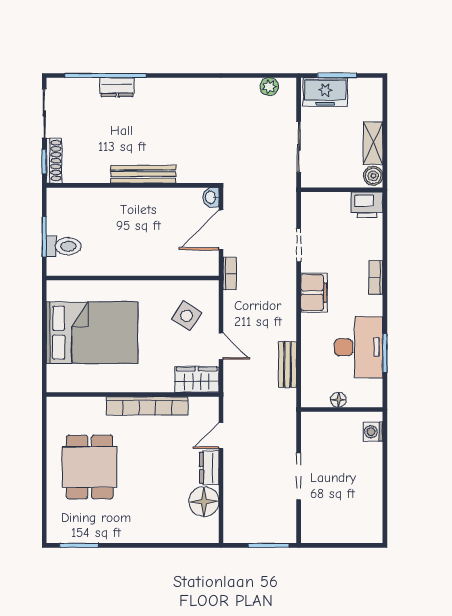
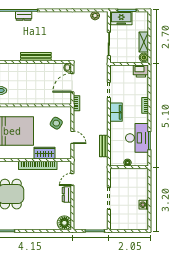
wardrobe: (197, 380) -> (44, 153), moved
washing machine: (373, 432) -> (144, 205), moved
floor lamp: (204, 502) -> (64, 223), moved

